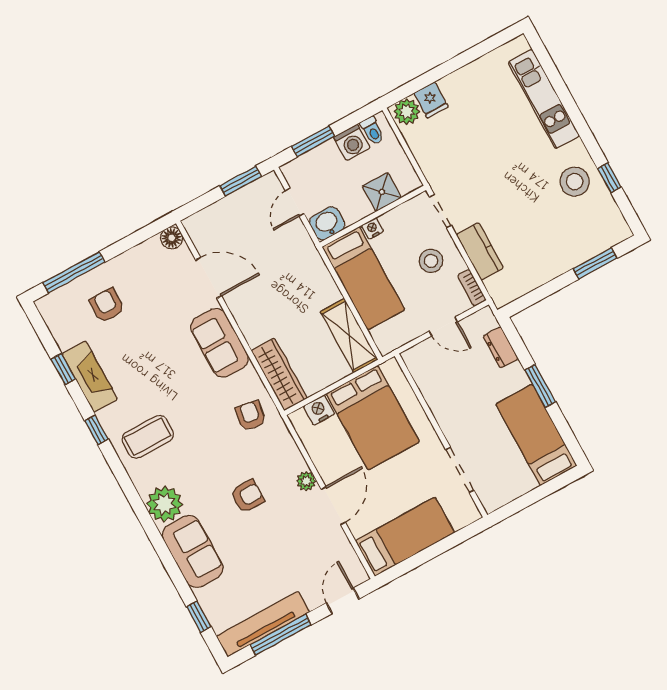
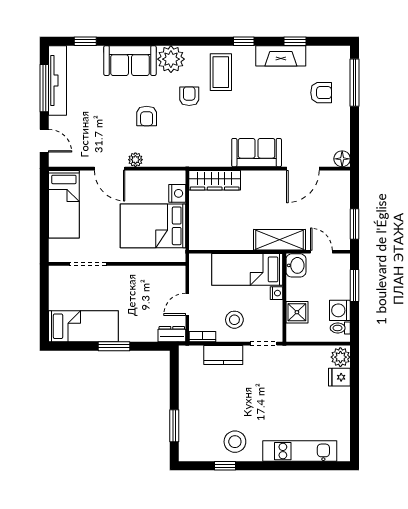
shelving: (349, 336) -> (280, 240), moved
dresser: (501, 347) -> (172, 334), moved
armchair: (251, 416) -> (189, 96), moved, turned -100

